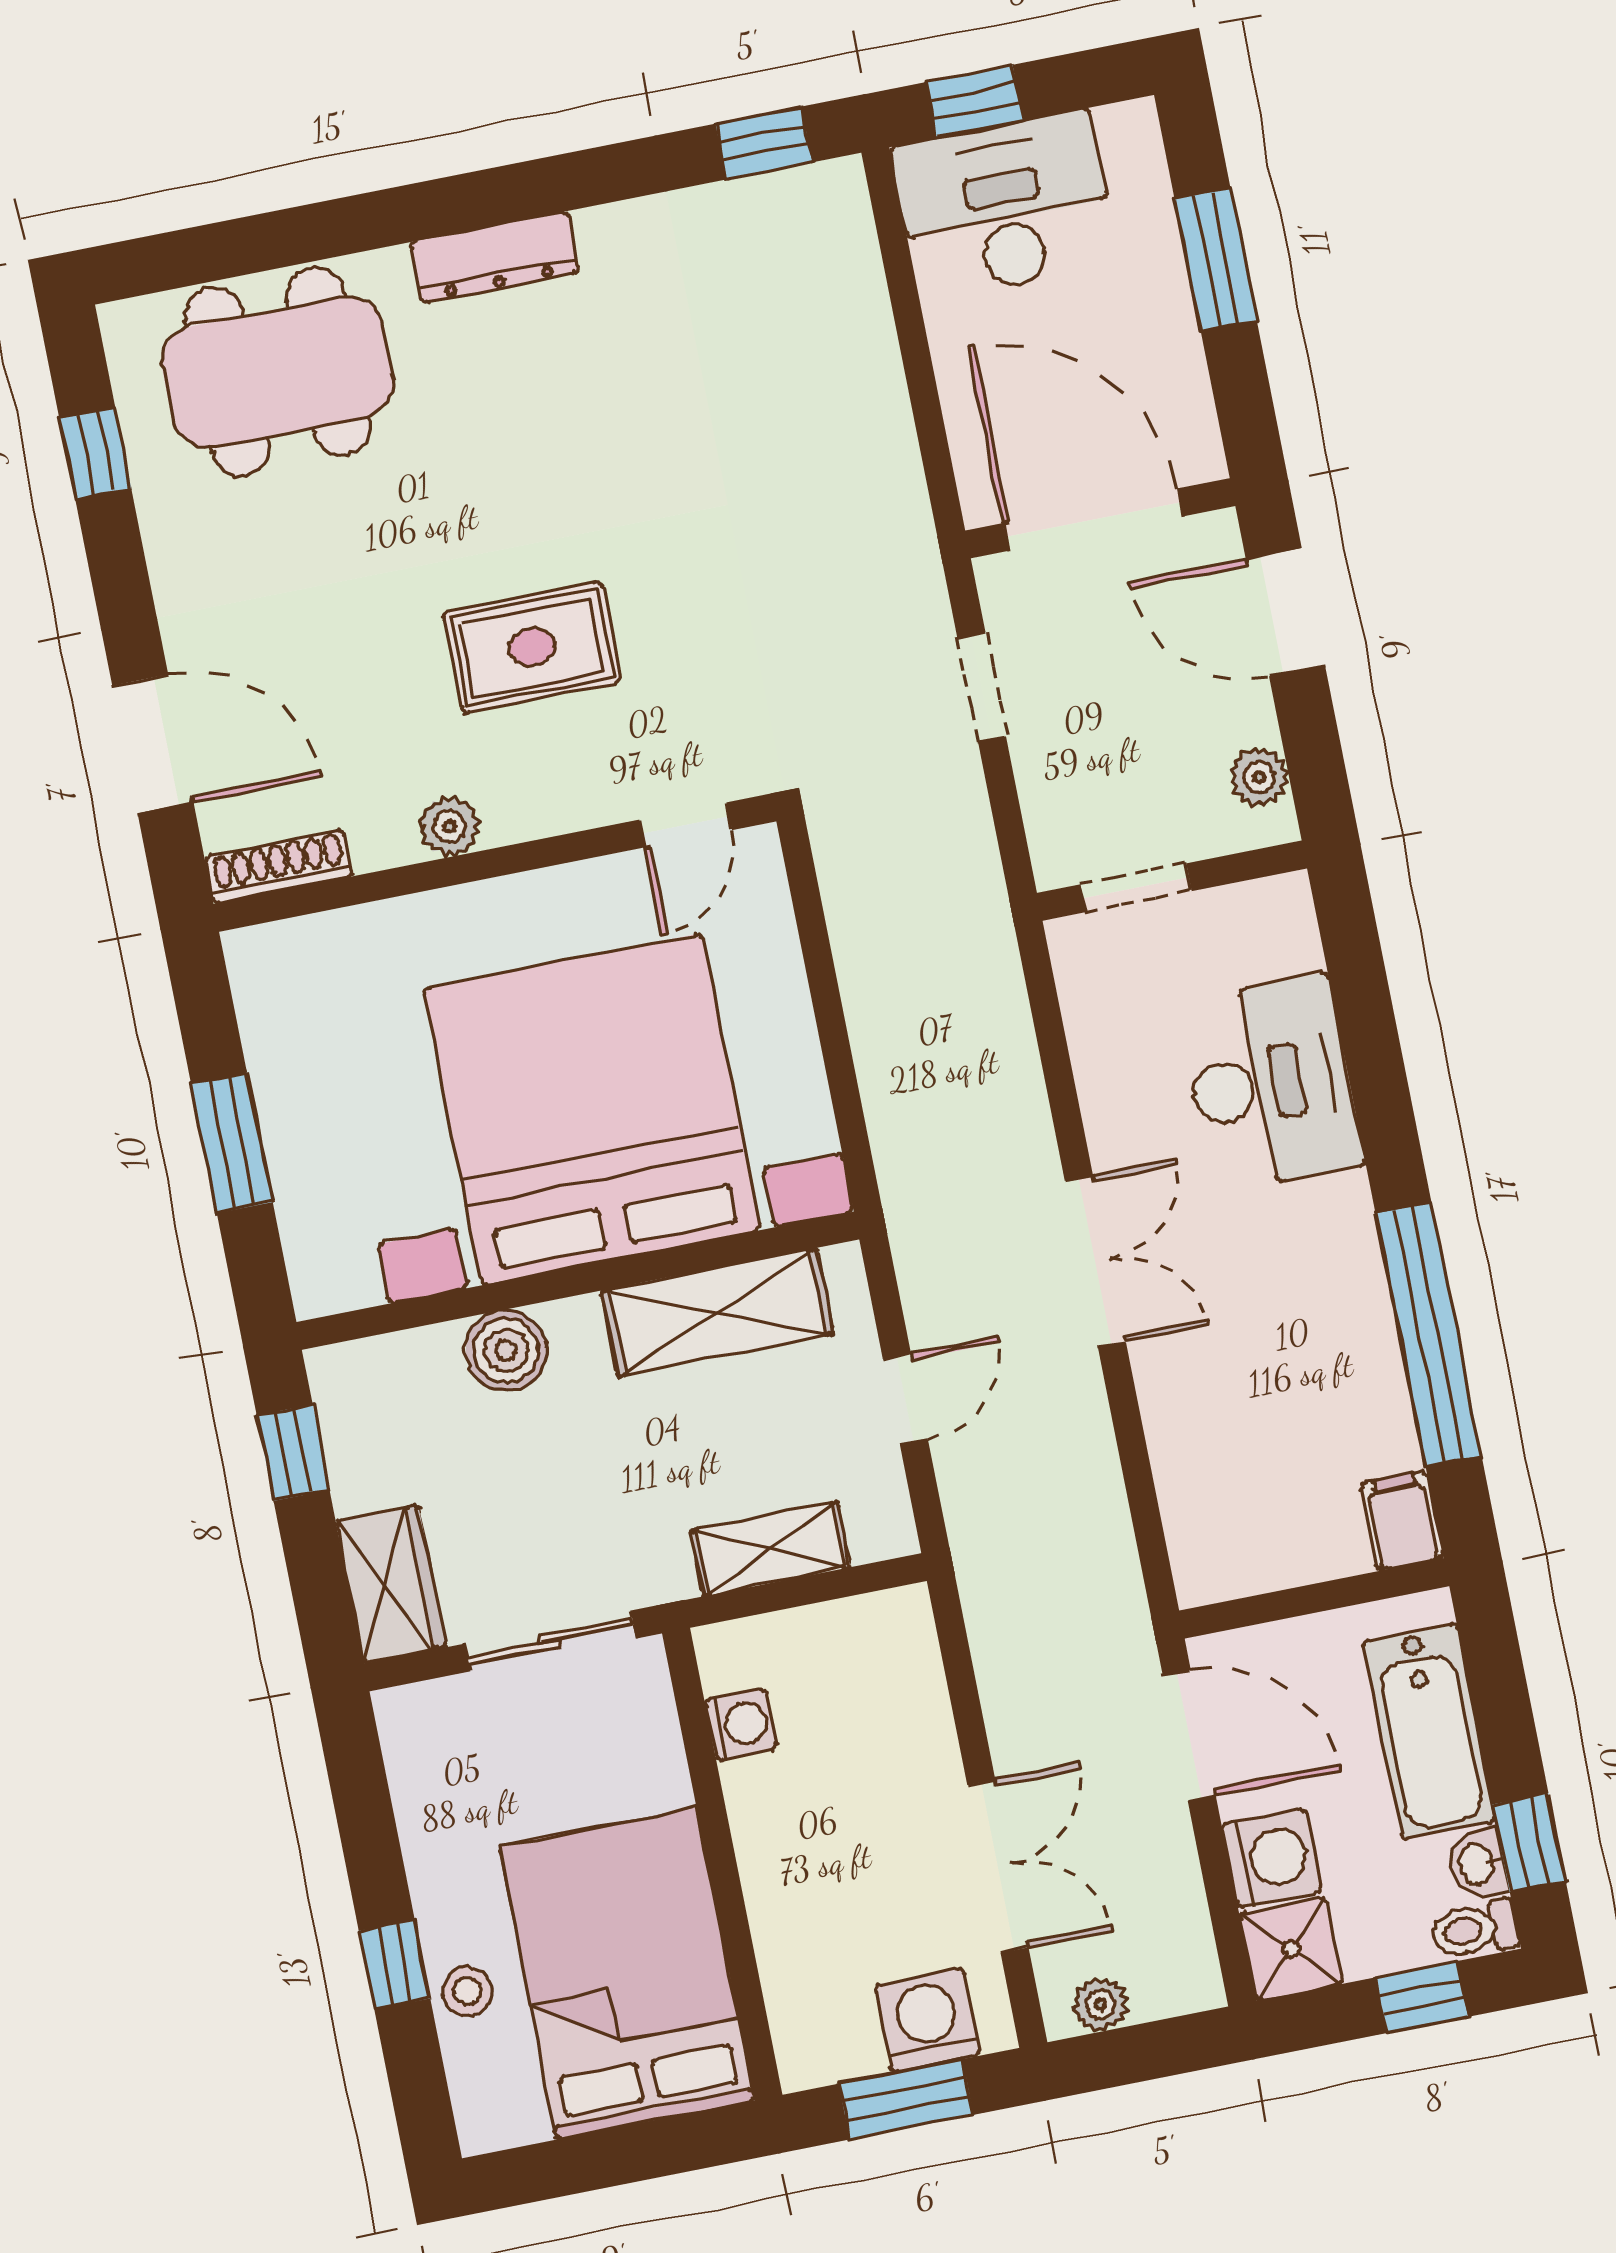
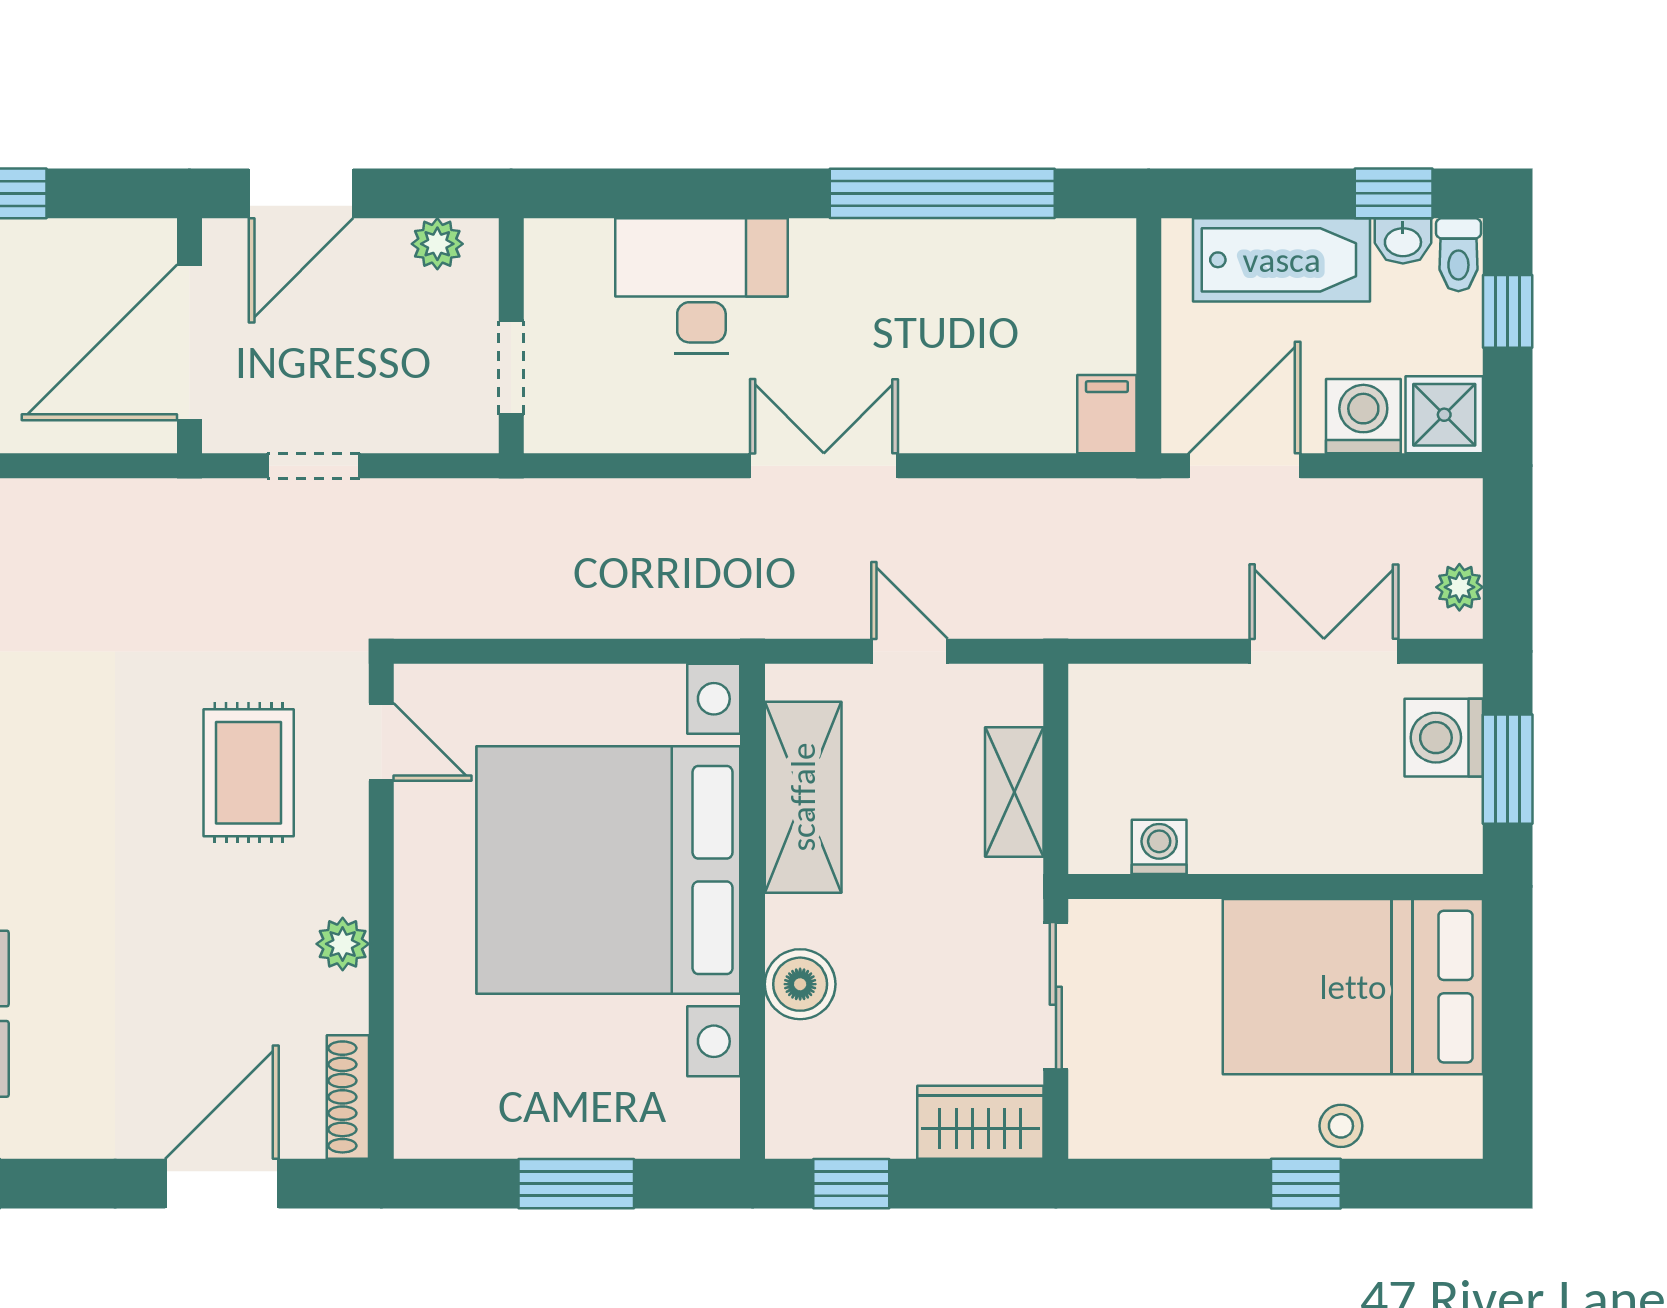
rug: (532, 647) -> (249, 773), moved
filing cabinet: (1402, 1521) -> (1107, 414), moved, turned 90

